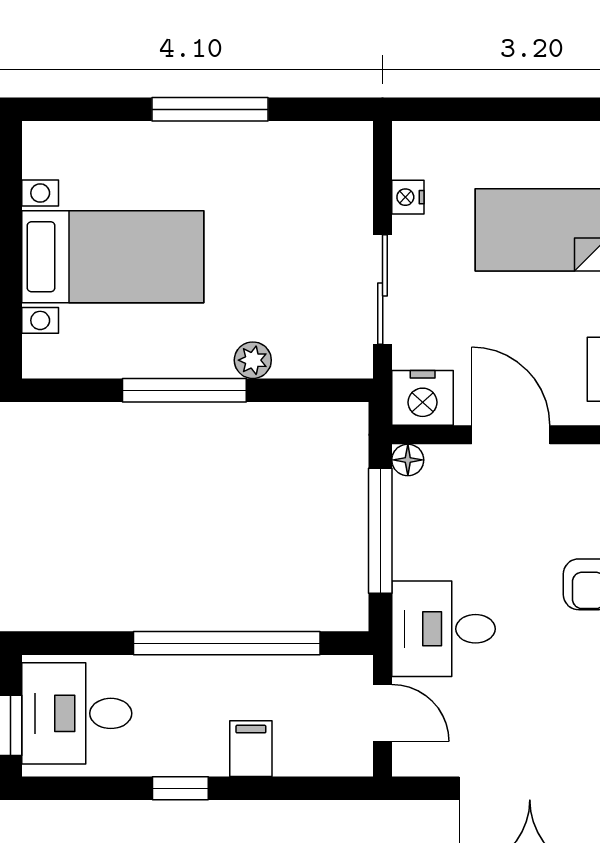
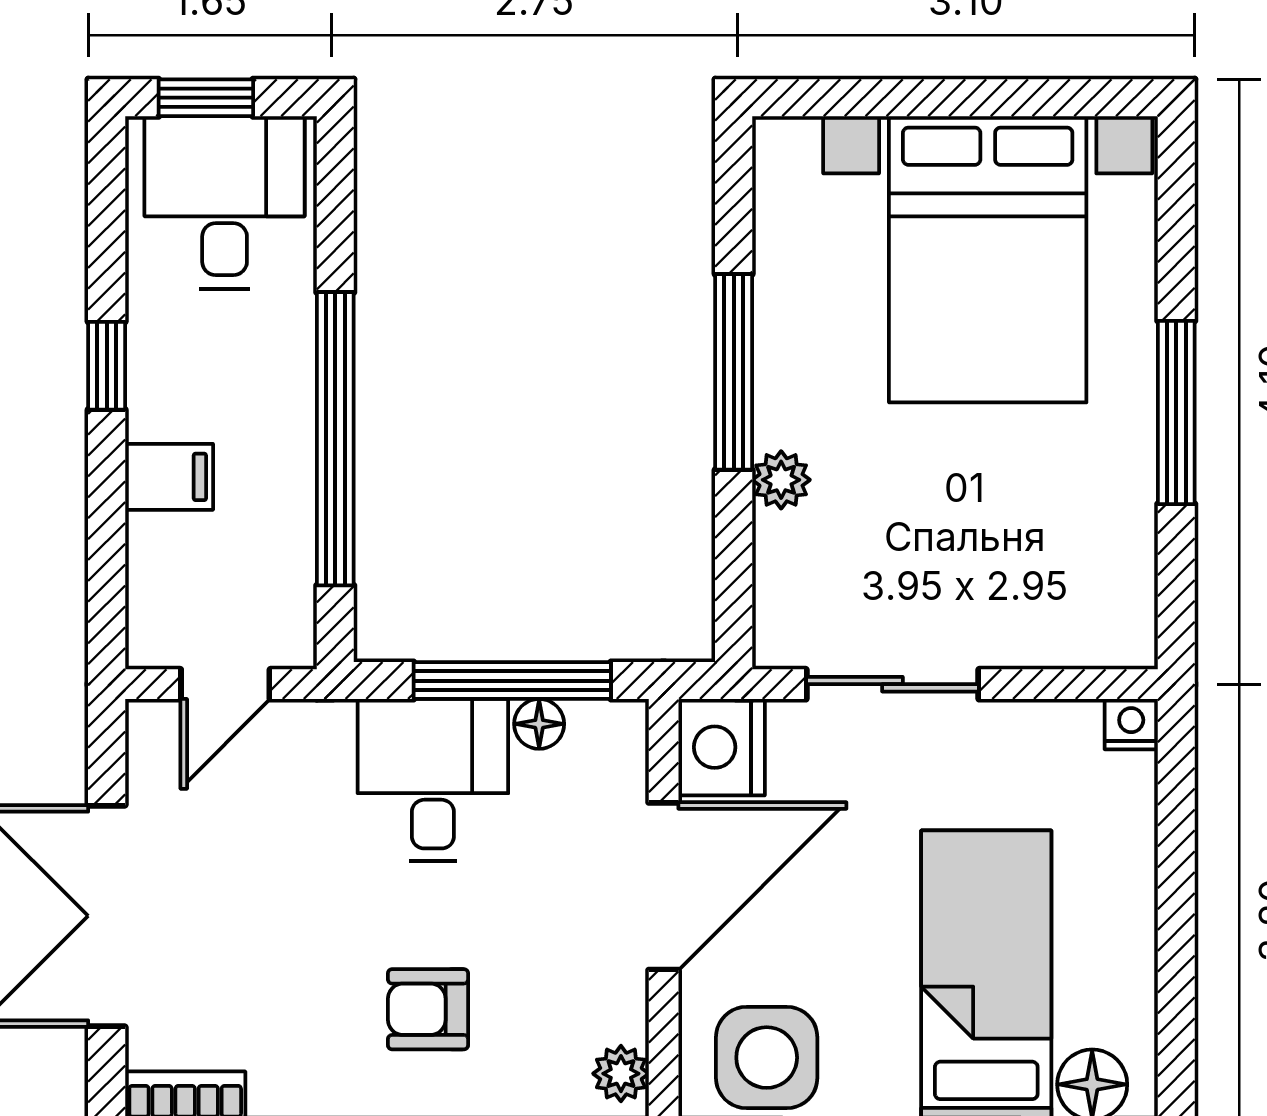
nightstand: (408, 197) -> (1131, 724), moved
bed with nightstands: (113, 257) -> (988, 259), width x1.36
door: (511, 435) -> (664, 886), width x1.36
floor lamp: (408, 460) -> (539, 724), moved
desk: (443, 629) -> (433, 780), moved

